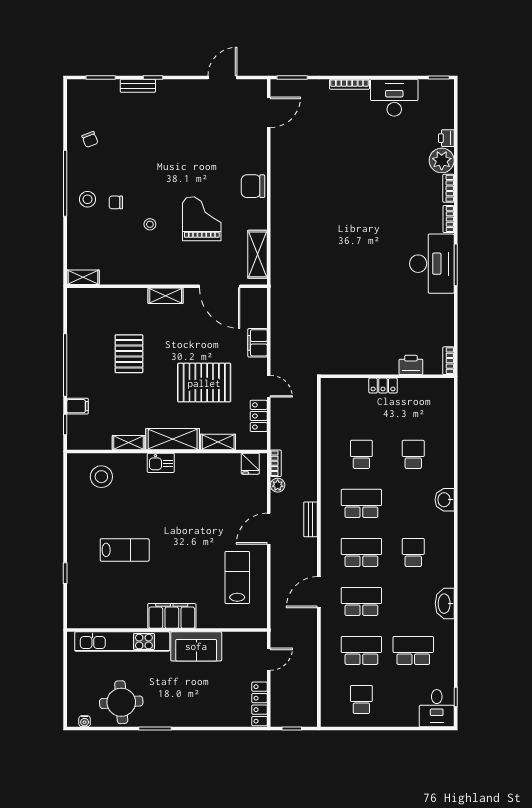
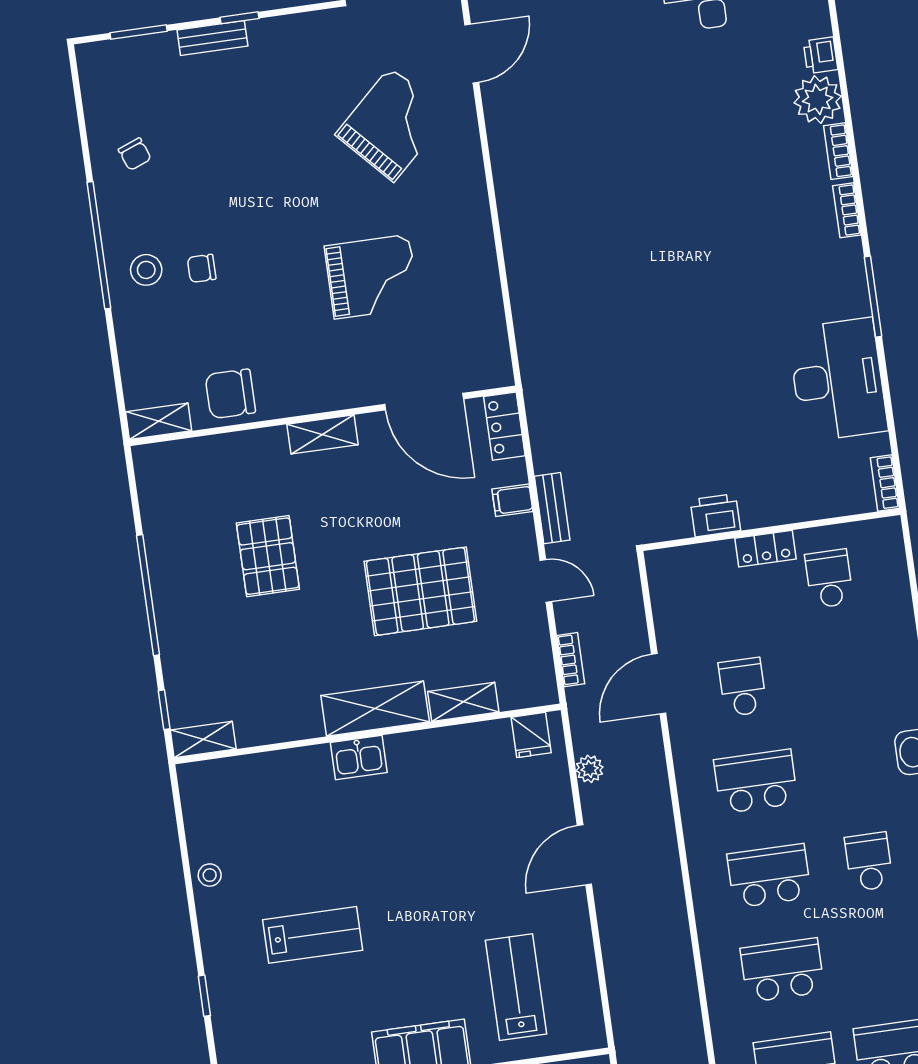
grand piano: (223, 143) -> (392, 124), added
chair: (253, 186) -> (230, 394), moved
grand piano: (202, 219) -> (372, 277), turned 90
stool: (150, 224) -> (273, 301), removed
shelving: (257, 254) -> (488, 330), removed
desk: (432, 264) -> (838, 380), moved
filing cabinet: (258, 343) -> (512, 500), width x0.50
printer: (411, 365) -> (715, 515), moved
filing cabinet: (78, 406) -> (183, 671), removed
locker: (259, 416) -> (504, 426), moved
shelving: (129, 443) -> (203, 740), moved
school desk: (413, 454) -> (829, 579), moved
bookcase: (276, 463) -> (571, 660), moved
stool: (101, 477) -> (210, 875), moved, width x0.53, depth x0.53
bench: (310, 519) -> (552, 508), moved
lab bench: (237, 577) -> (516, 987), moved
door: (319, 592) -> (659, 684), moved

